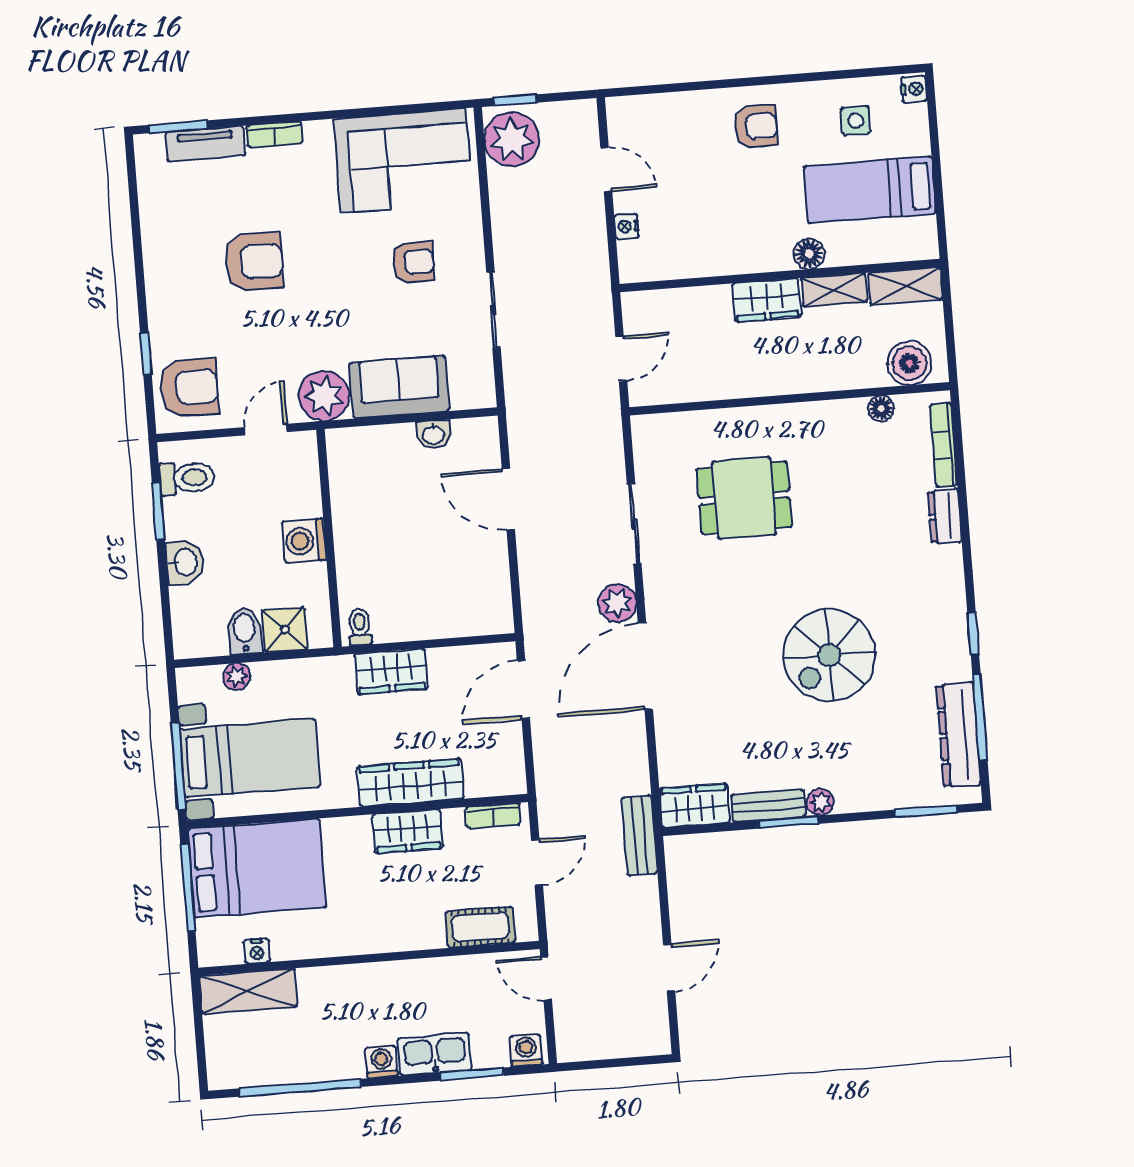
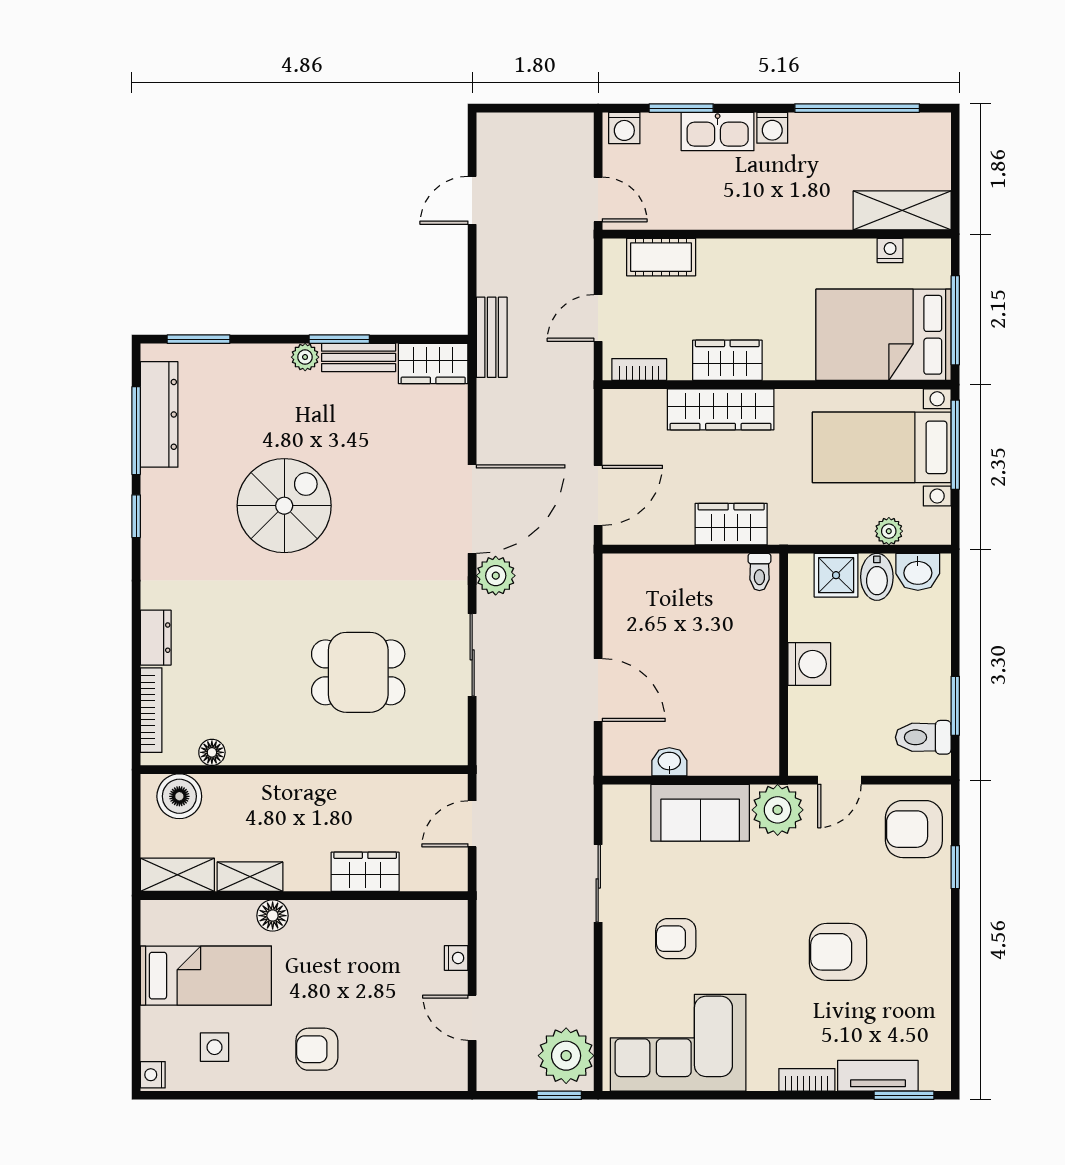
wardrobe: (767, 300) -> (365, 872), moved
washbasin: (185, 562) -> (918, 572), moved, turned -90

